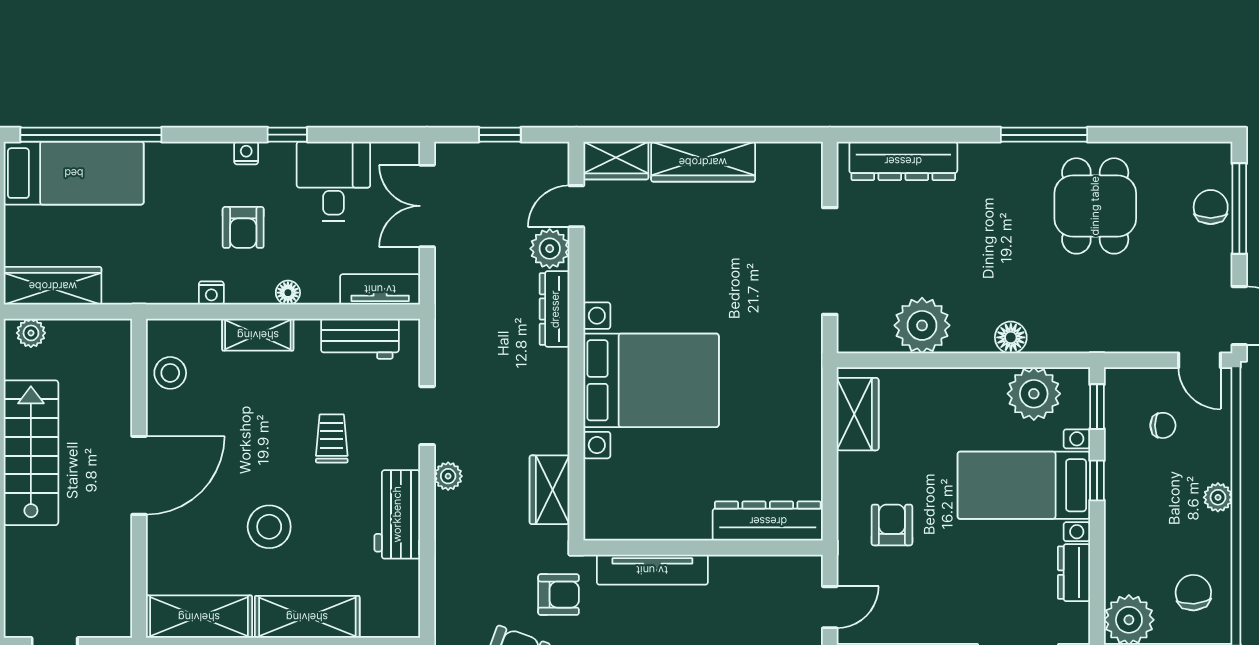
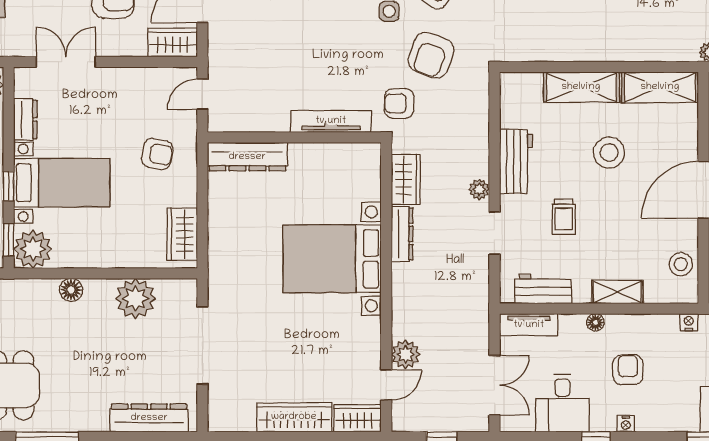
nightstand: (211, 293) -> (689, 322), moved
dresser: (555, 309) -> (402, 234), moved
plant: (1034, 394) -> (33, 249), moved
armchair: (892, 525) -> (157, 154), turned -80

